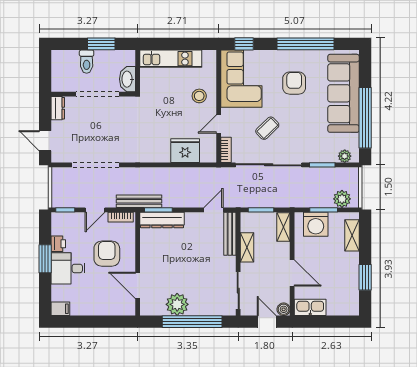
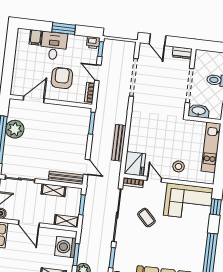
armchair: (294, 83) -> (180, 243), removed
door: (45, 141) -> (158, 40), swing flipped
fridge: (185, 151) -> (135, 164), moved
bench: (139, 201) -> (119, 143), moved
dresser: (162, 220) -> (83, 125), removed
printer: (58, 244) -> (93, 43), moved
armchair: (107, 254) -> (62, 78), turned -90
door: (292, 273) -> (29, 224), hinge flipped
filing cabinet: (60, 309) -> (36, 37), moved

